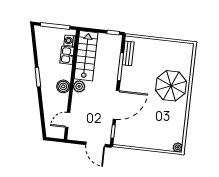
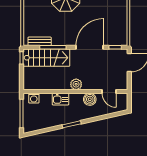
kitchen sink: (67, 55) -> (61, 99), moved
stairs: (86, 56) -> (46, 58), moved, turned 180
boiler: (63, 86) -> (90, 99), moved
door: (116, 105) -> (90, 47), hinge flipped

